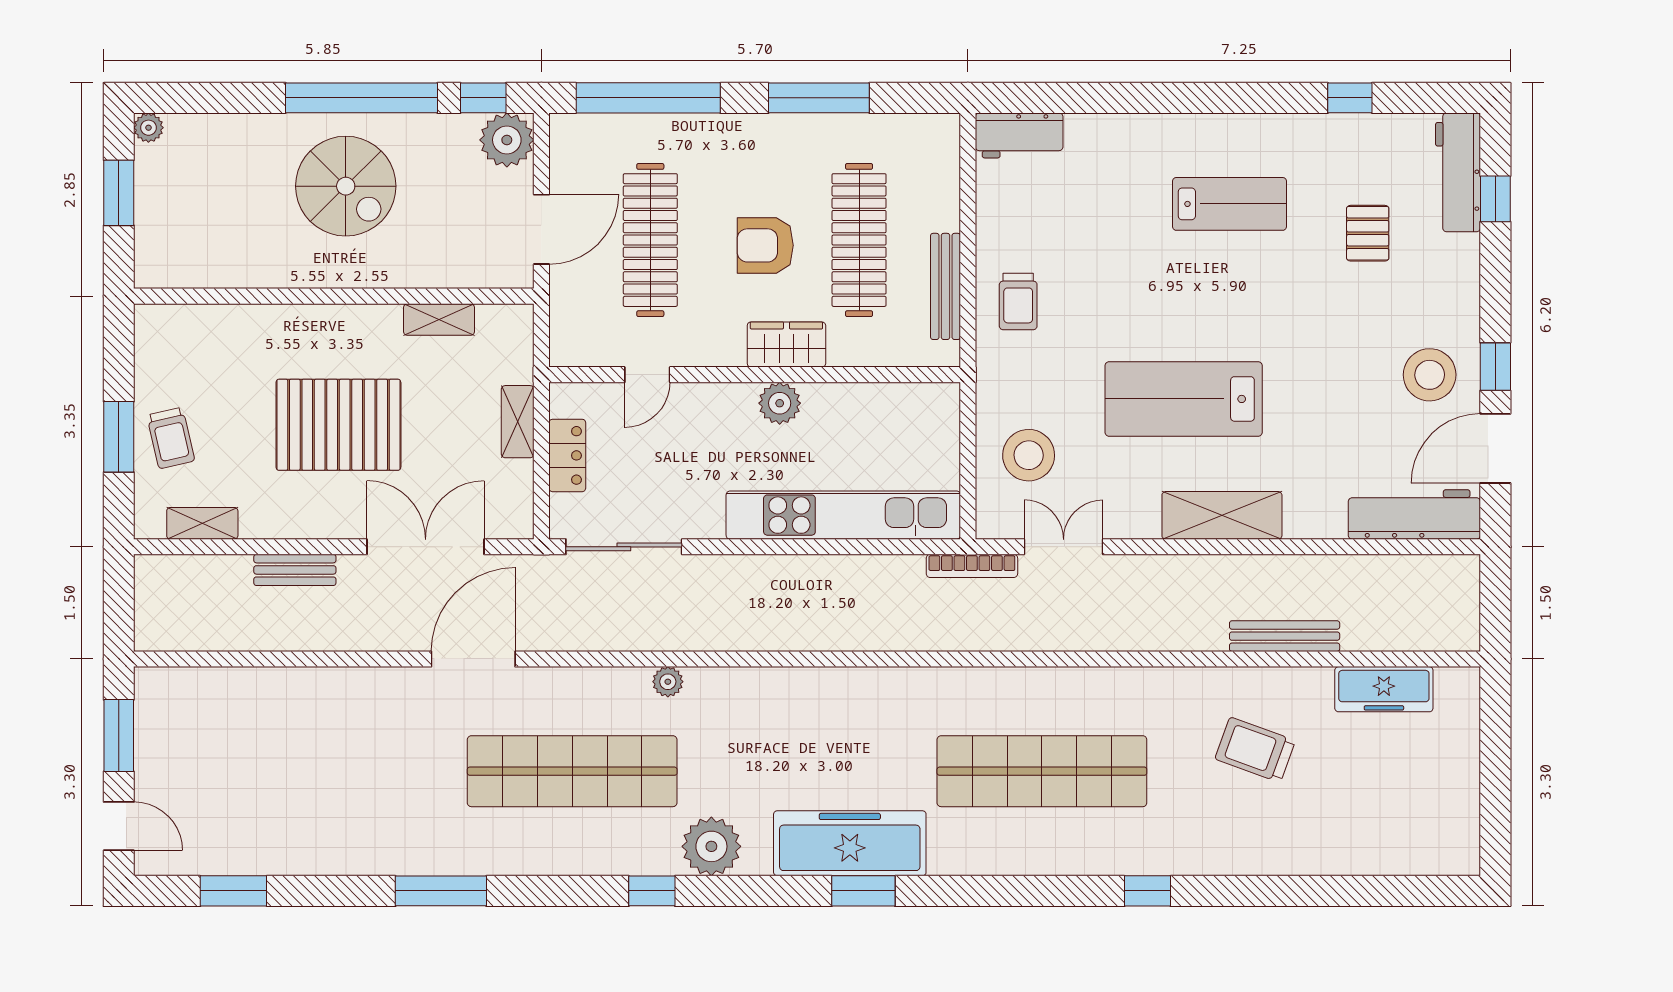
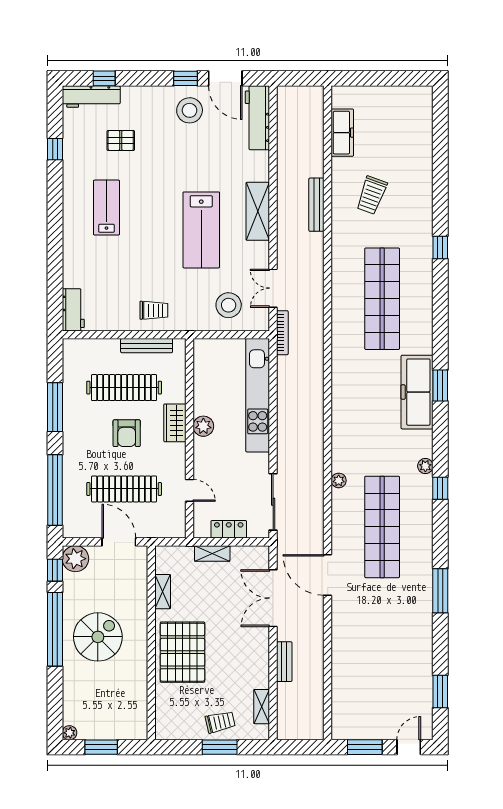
pallet: (338, 425) -> (182, 652), moved
bench: (1285, 636) -> (316, 205), moved
plant: (711, 846) -> (425, 466), width x0.53, depth x0.53

